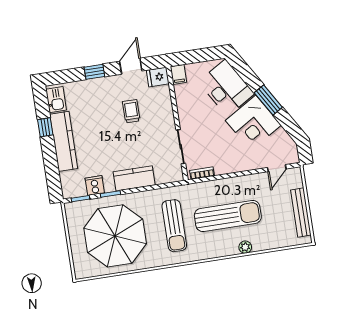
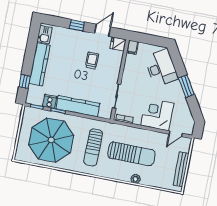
corner desk: (253, 123) -> (157, 114), moved, turned 121
window: (45, 127) -> (25, 81), moved
kitchen counter: (134, 178) -> (78, 106), width x1.50

